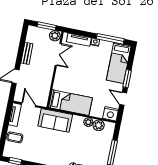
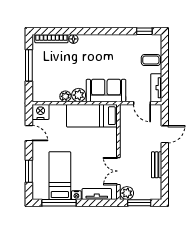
bed: (119, 63) -> (60, 176), moved
window: (127, 79) -> (29, 171), moved
plant: (99, 125) -> (79, 95), moved

